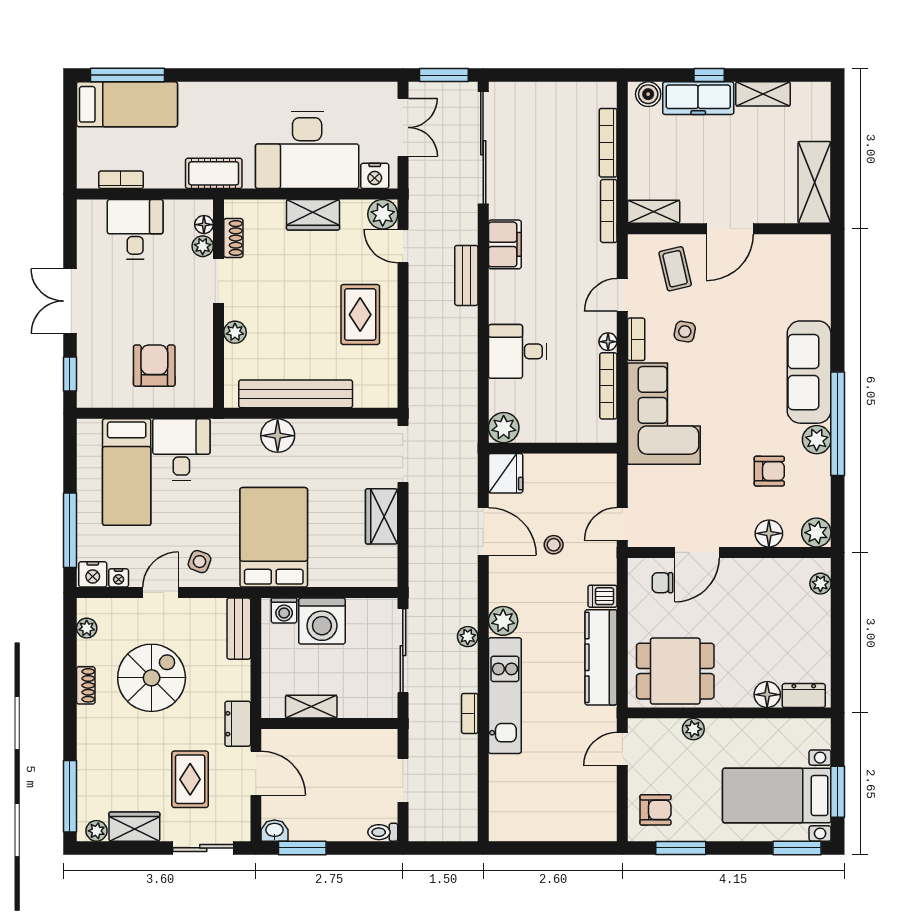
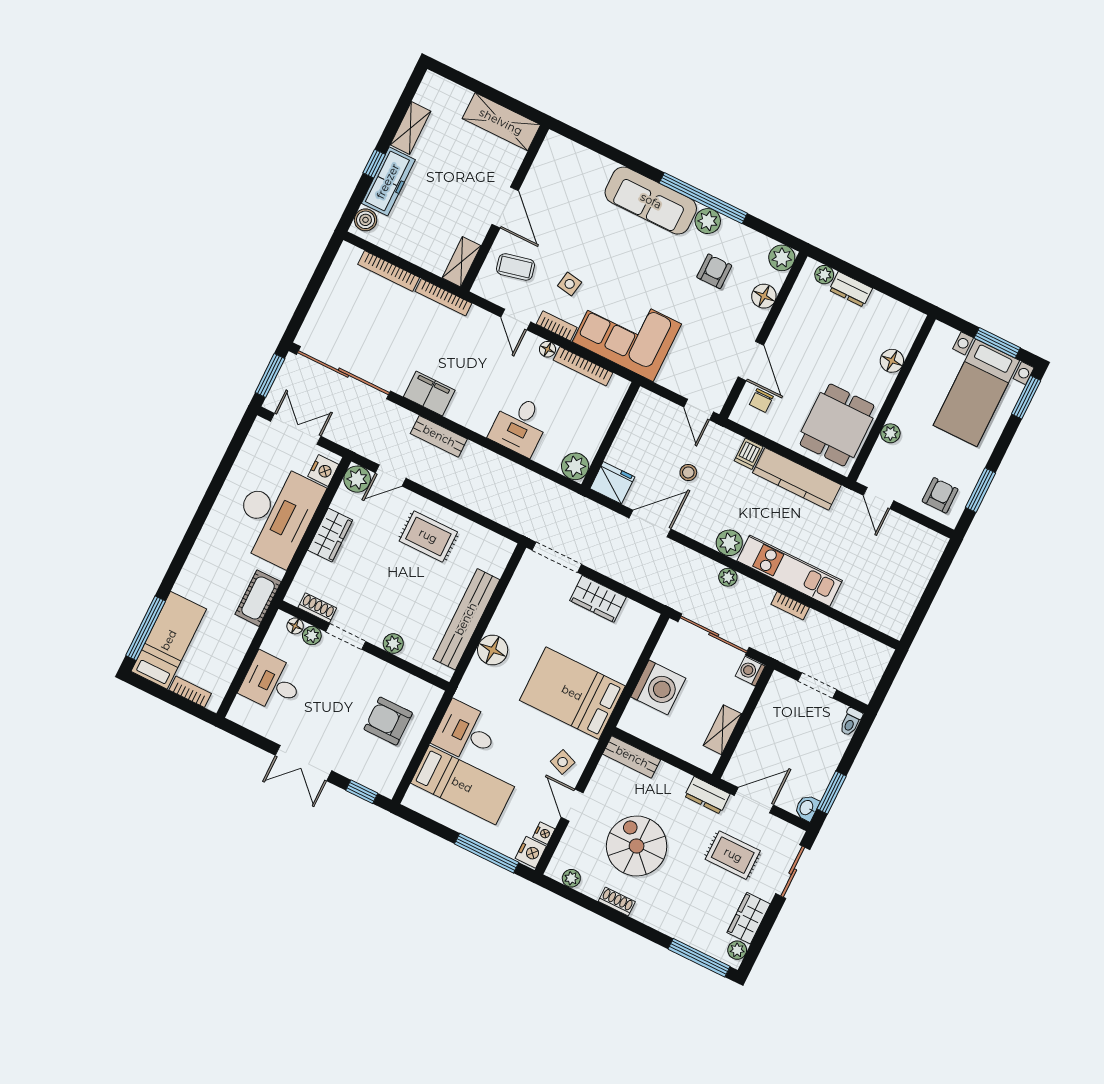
bookcase: (121, 180) -> (190, 692), moved, turned 90
washing machine: (284, 610) -> (750, 671), moved, turned 180
dresser: (804, 695) -> (851, 289), moved, turned -90

